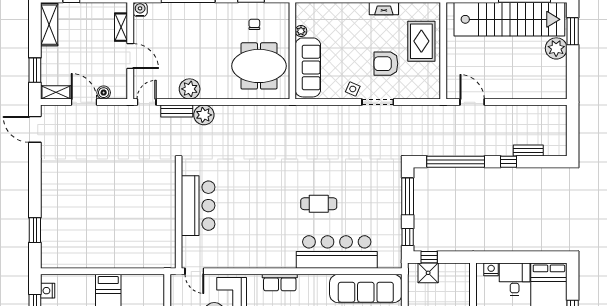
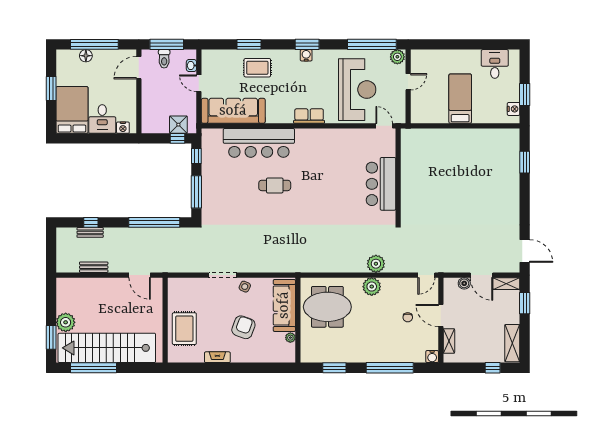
chair: (254, 24) -> (408, 317), moved
armchair: (386, 64) -> (243, 327), moved, turned -70
plant: (190, 89) -> (372, 287), moved
bench: (177, 111) -> (94, 267), moved
window: (508, 162) -> (91, 222), moved

